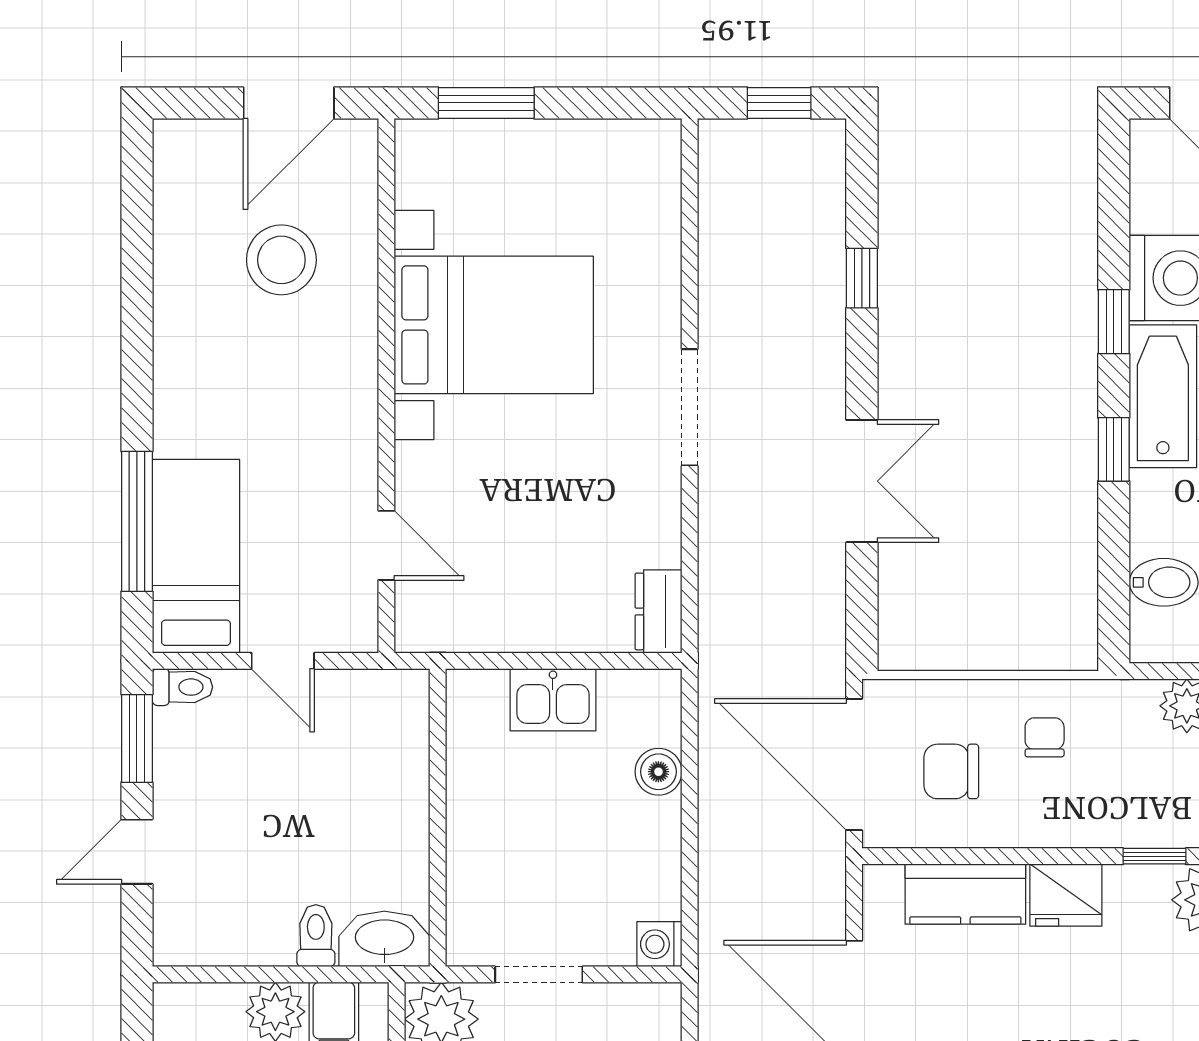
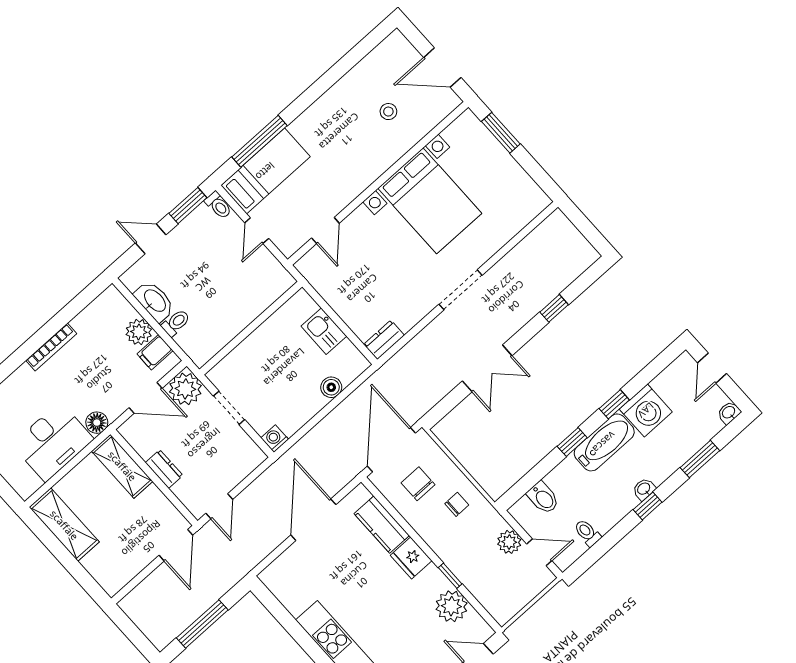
window: (779, 103) -> (587, 229), removed
stool: (281, 260) -> (388, 112), width x0.53, depth x0.53
washbasin: (384, 939) -> (154, 301), moved

